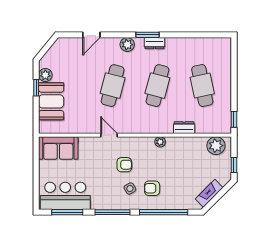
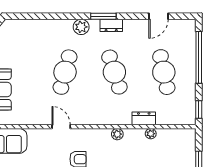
door: (91, 35) -> (158, 16), moved
window: (234, 72) -> (199, 57), added
cafe table: (157, 86) -> (114, 72), turned -33
plant: (216, 146) -> (151, 134), moved, width x0.53, depth x0.53

